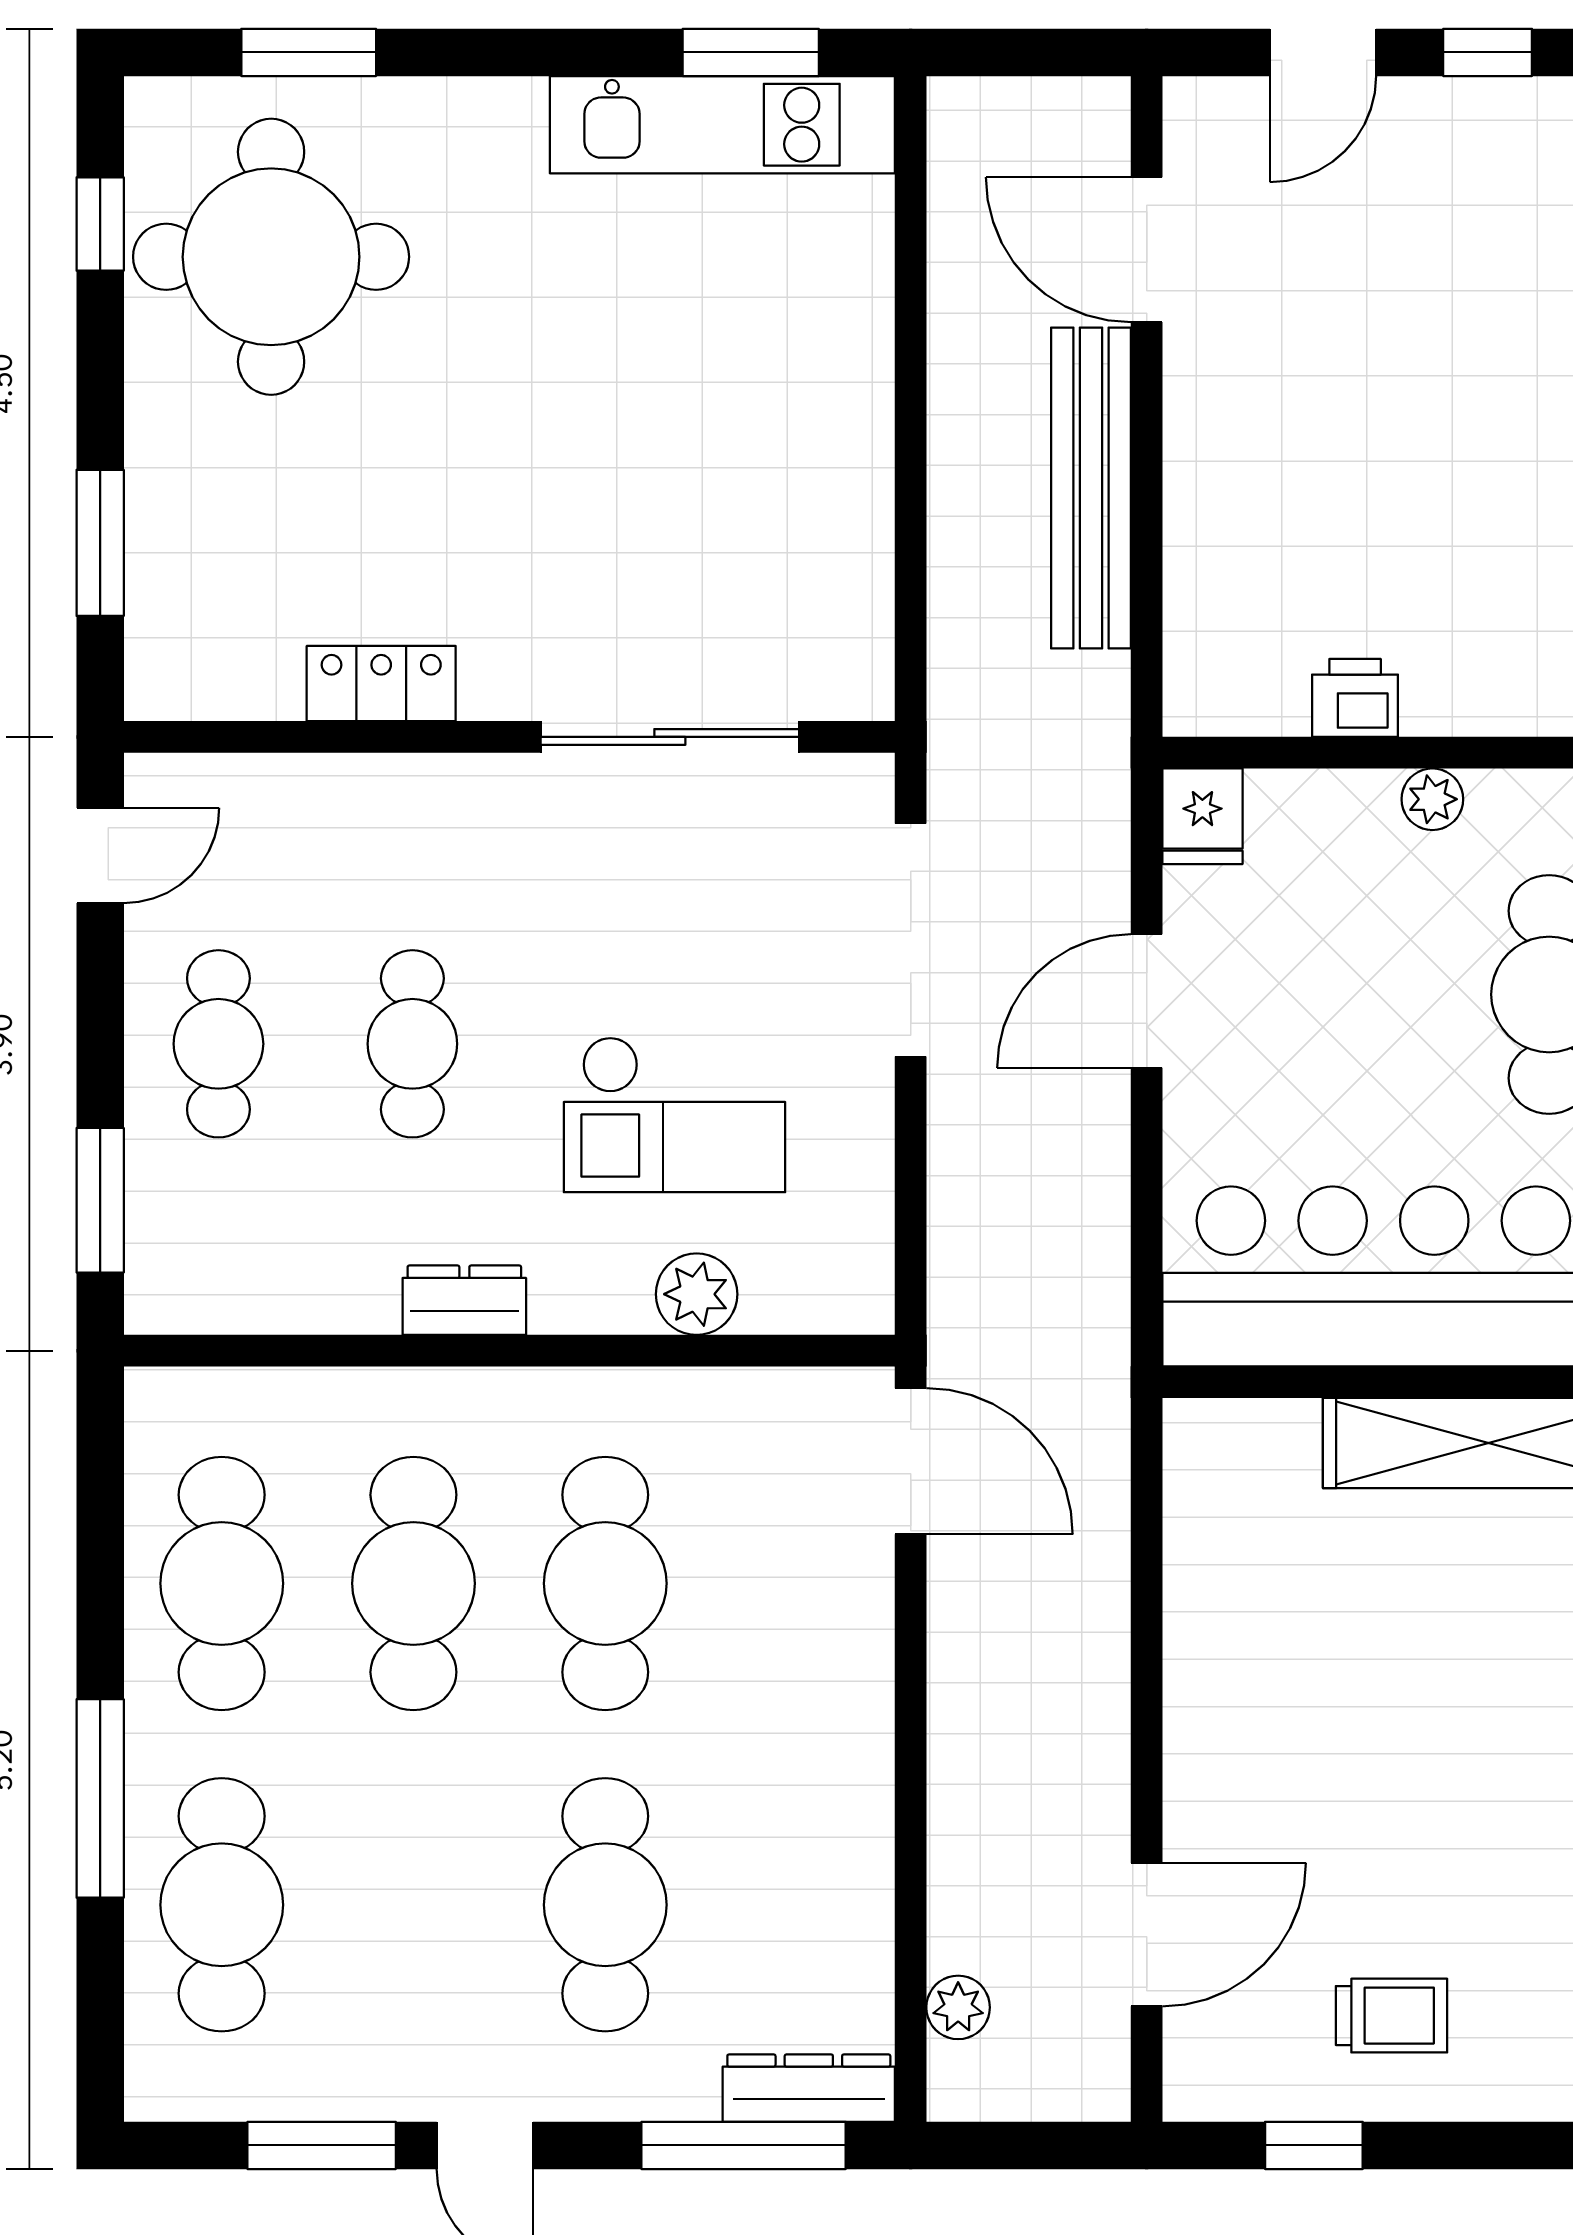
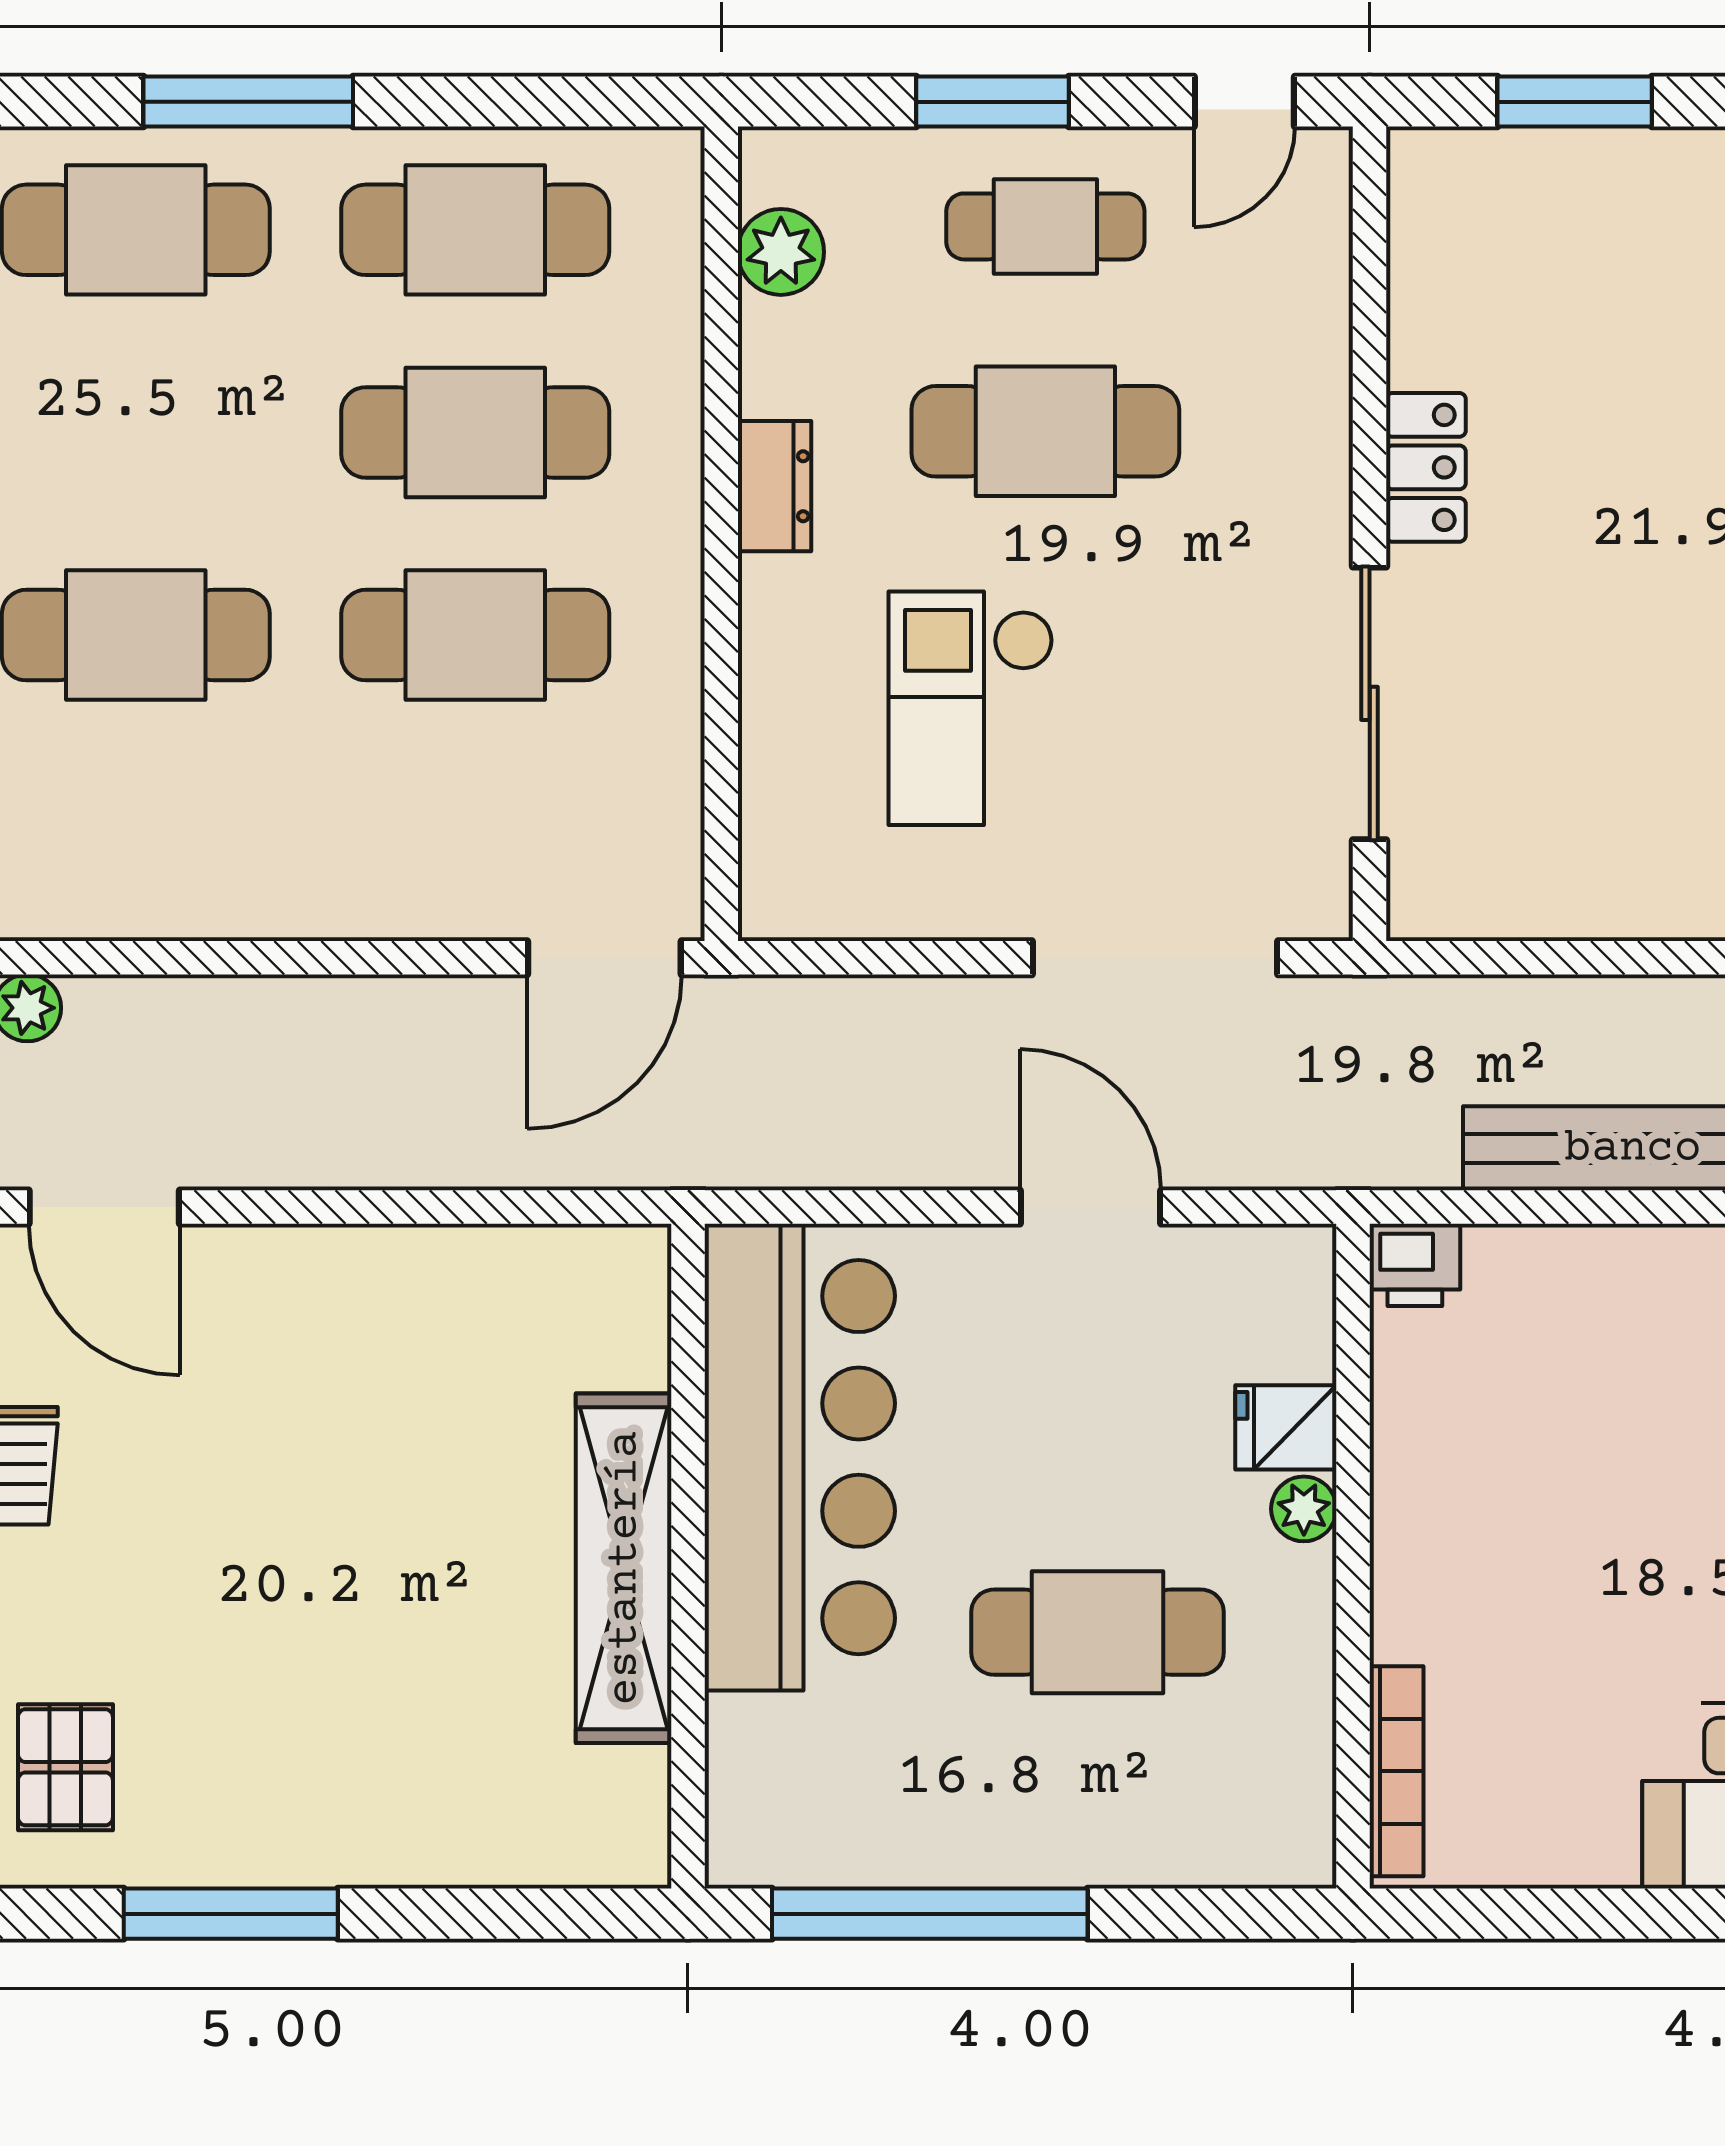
locker: (381, 684) -> (1426, 467), moved
printer: (1355, 698) -> (1415, 1265), moved, turned 90
fridge: (1202, 816) -> (1286, 1427), moved
door: (100, 855) -> (1244, 102), hinge flipped
cafe table: (412, 1044) -> (1045, 431), width x1.37, depth x1.35
window: (100, 1200) -> (993, 102), moved
plant: (697, 1294) -> (781, 252), moved

